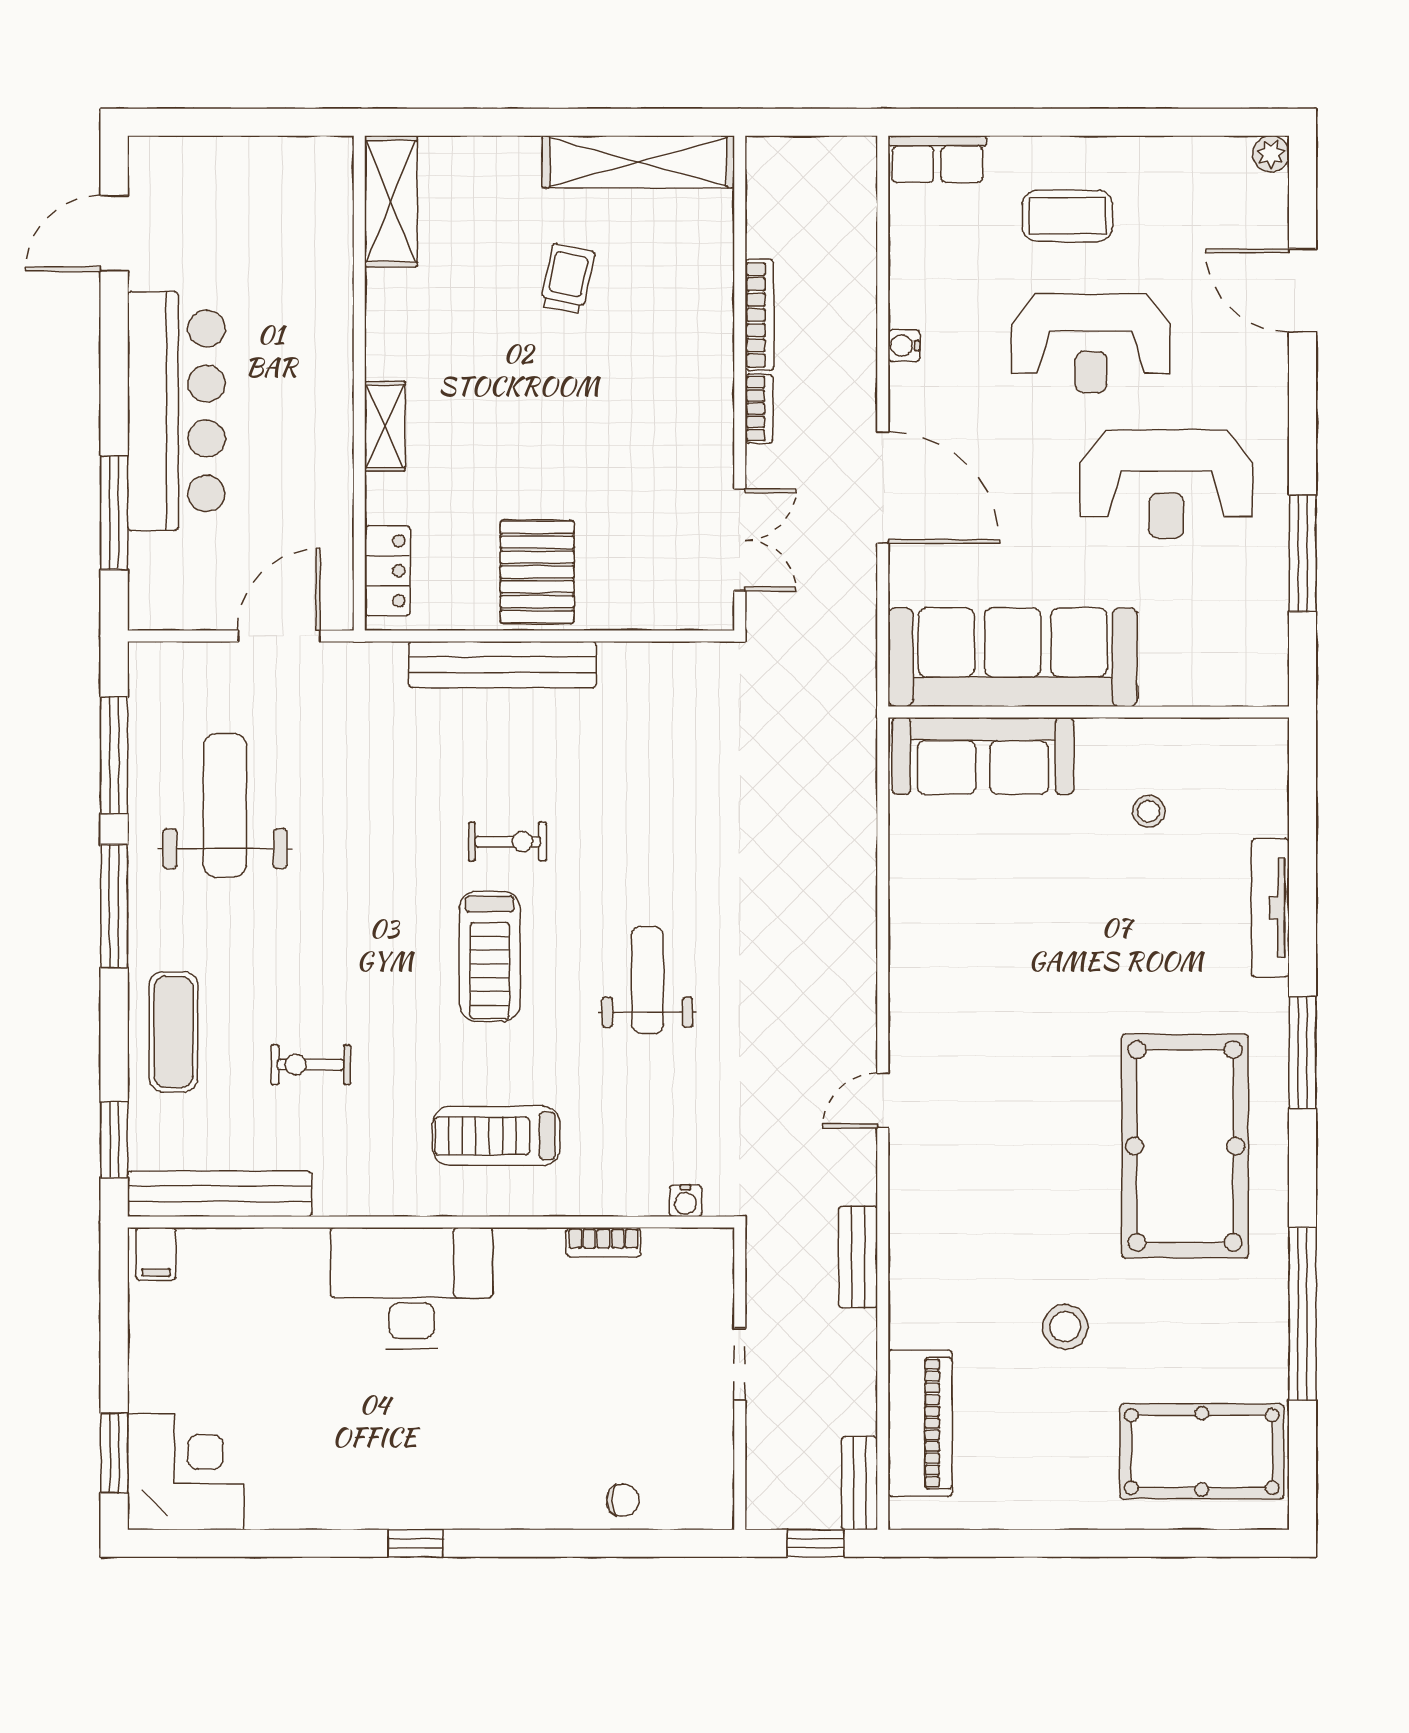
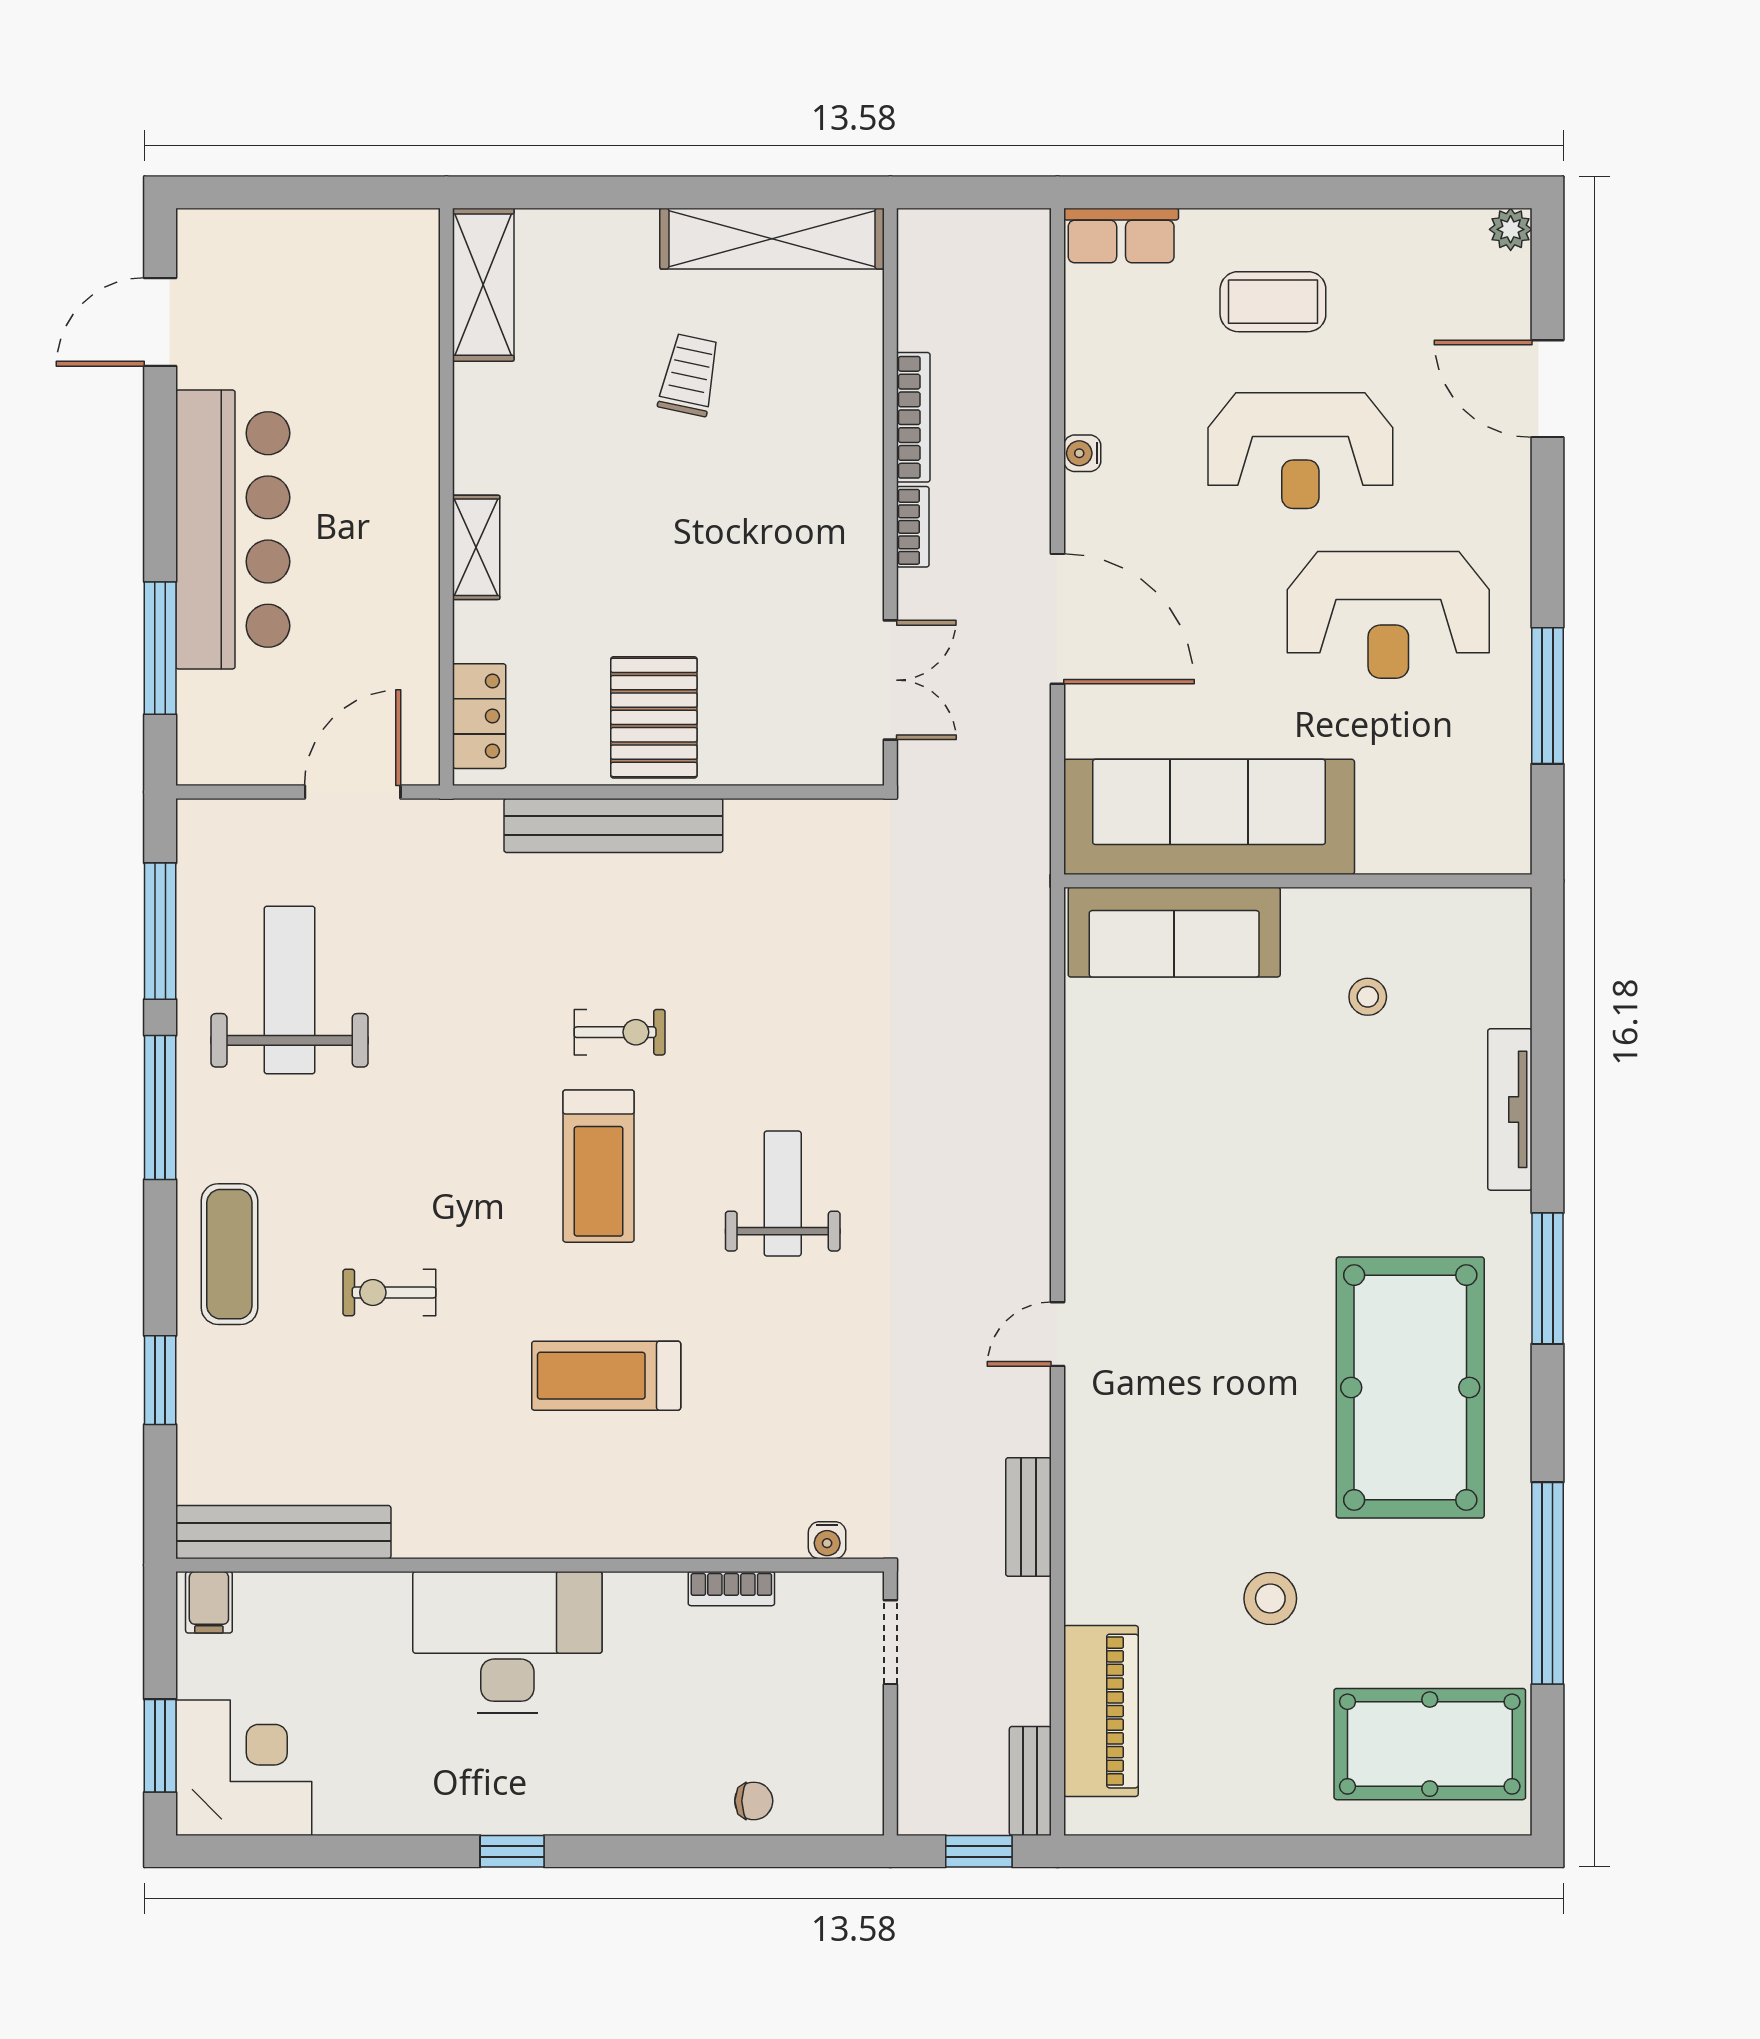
bench: (220, 1194) -> (283, 1532), moved
water cooler: (685, 1201) -> (827, 1540), moved
wall: (431, 1222) -> (530, 1565), moved
bookcase: (604, 1242) -> (731, 1589), moved
filing cabinet: (156, 1254) -> (209, 1602), moved
desk: (412, 1288) -> (507, 1642), moved

